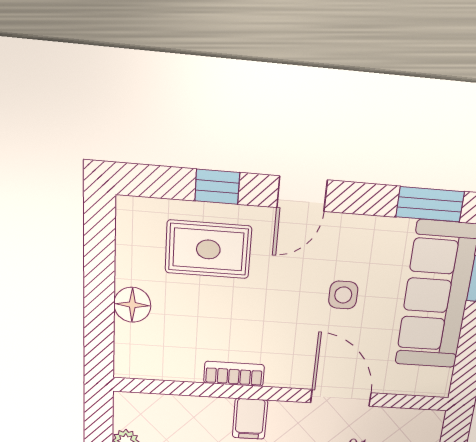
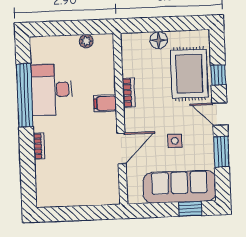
window: (430, 204) -> (221, 152), moved
rug: (208, 249) -> (189, 74), width x1.36, depth x1.43

